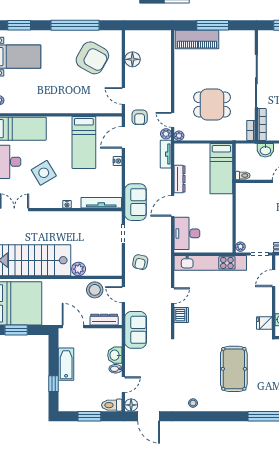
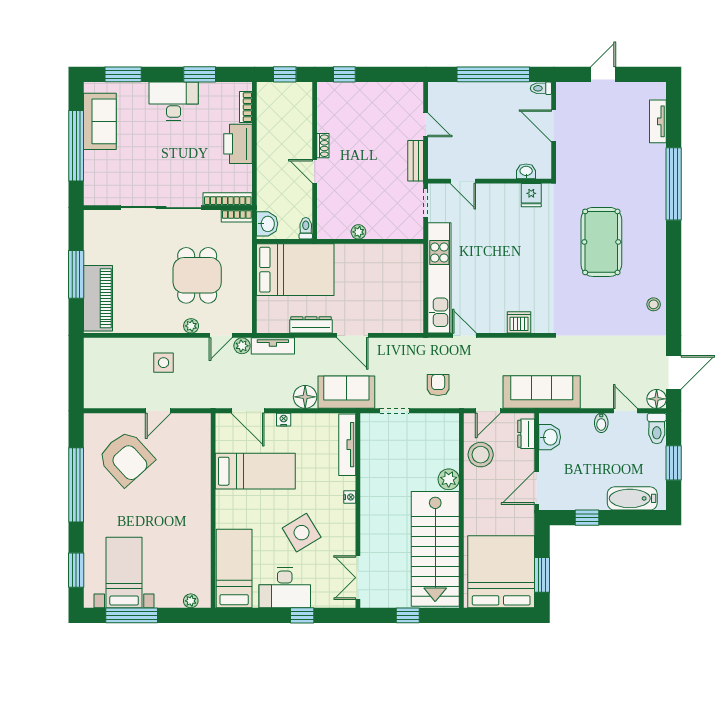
armchair: (92, 58) -> (126, 458), turned 109
floor lamp: (132, 59) -> (305, 397), moved
side table: (155, 82) -> (164, 363), added
door: (123, 96) -> (158, 411), moved
armchair: (140, 117) -> (217, 386), removed
plant: (179, 136) -> (191, 326), moved
washbasin: (265, 150) -> (267, 224), moved
bed: (221, 169) -> (295, 270), width x1.50
desk: (187, 233) -> (394, 314), removed
plant: (240, 247) -> (358, 232), moved
armchair: (140, 262) -> (438, 385), turned -101
door: (173, 296) -> (464, 335), moved
dresser: (104, 320) -> (526, 434), width x0.70
sofa: (136, 330) -> (542, 392), width x1.36
washbasin: (115, 355) -> (550, 437), moved, turned -90
bathtub: (66, 364) -> (632, 498), moved
pool table: (234, 369) -> (601, 242), turned 90
window: (54, 384) -> (587, 518), moved

